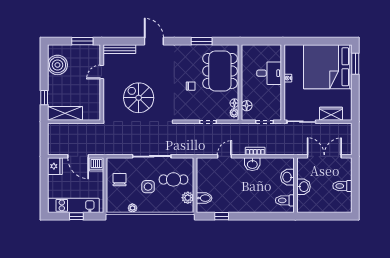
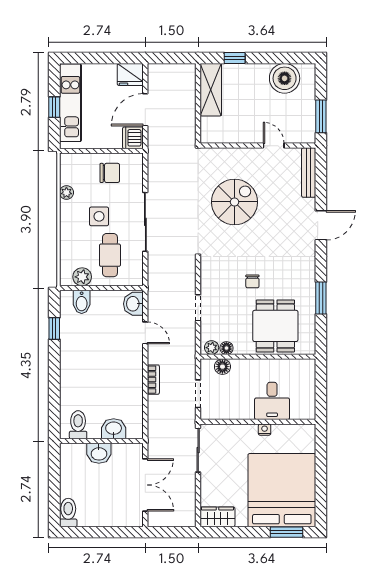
dining table: (220, 71) -> (275, 326), width x0.73
wardrobe: (331, 114) -> (217, 517), moved, turned -90
washbasin: (252, 164) -> (133, 304), moved
toilet: (342, 186) -> (68, 513), moved

